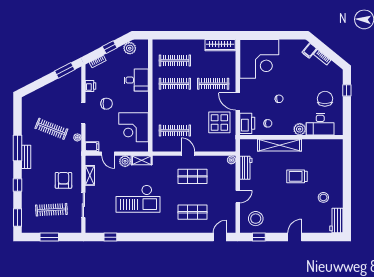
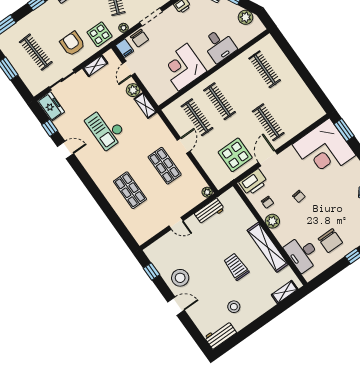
window: (256, 35) -> (344, 130), added
wardrobe: (220, 45) -> (310, 103), removed
clothes rail: (175, 84) -> (220, 101), moved
chair: (325, 99) -> (330, 241), turned 90
chair: (107, 104) -> (140, 38), moved
corner desk: (134, 127) -> (183, 67), moved
plant: (300, 129) -> (272, 221), moved
shelving: (280, 145) -> (268, 247), moved
shelving: (338, 155) -> (285, 292), added
display table: (70, 157) -> (100, 34), added
armchair: (63, 180) -> (72, 44), turned -90
checkout: (138, 199) -> (106, 128), width x0.73, depth x0.83
stool: (256, 219) -> (180, 278), moved
freezer: (96, 226) -> (51, 106), added
door: (220, 237) -> (65, 150), moved

